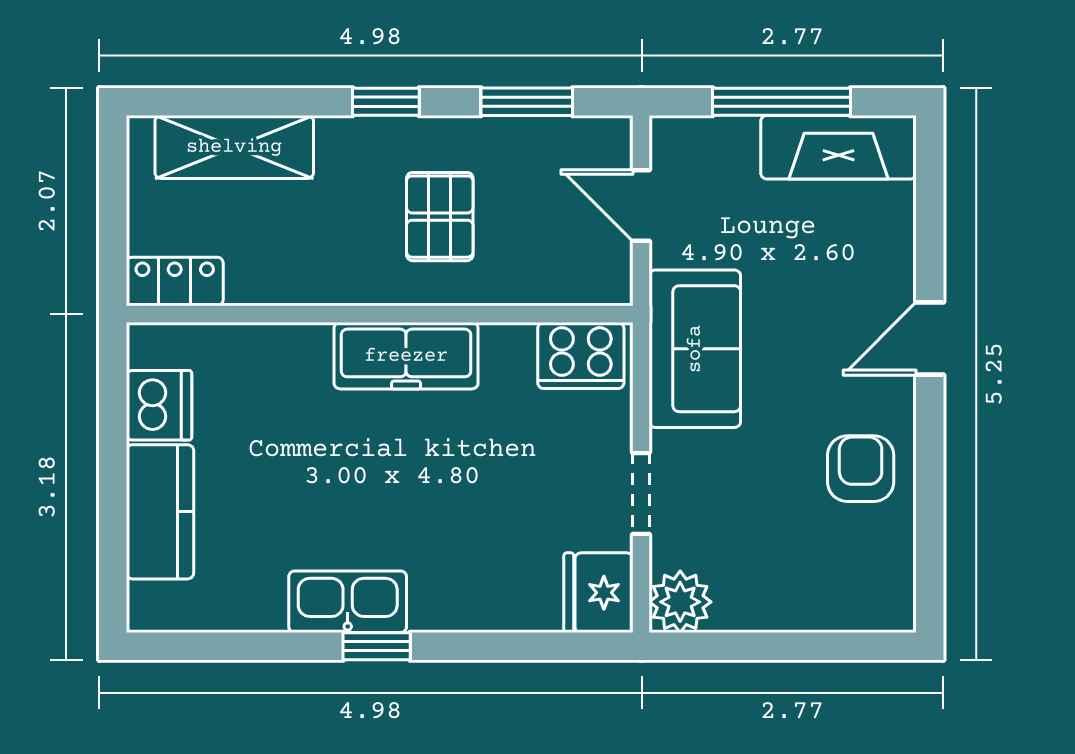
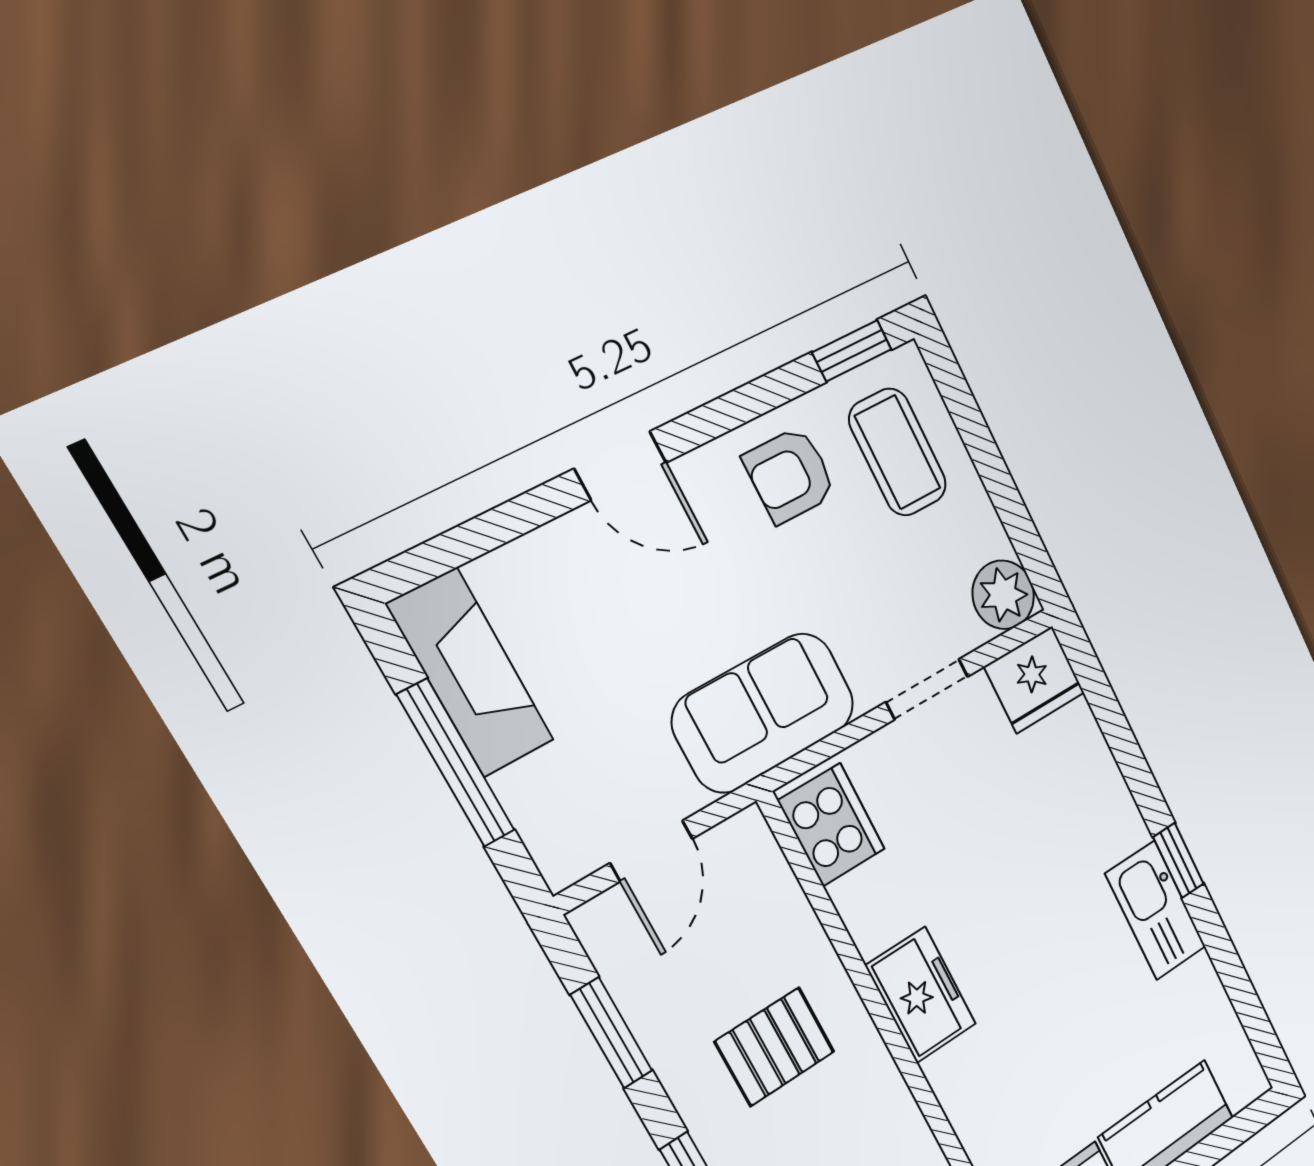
freezer: (406, 356) -> (921, 995), width x0.71
coffee table: (835, 570) -> (898, 452), added
window: (930, 573) -> (852, 351), added

